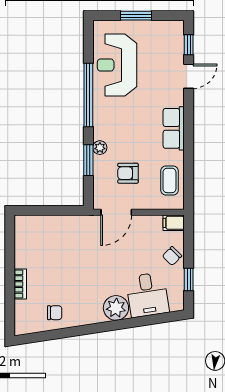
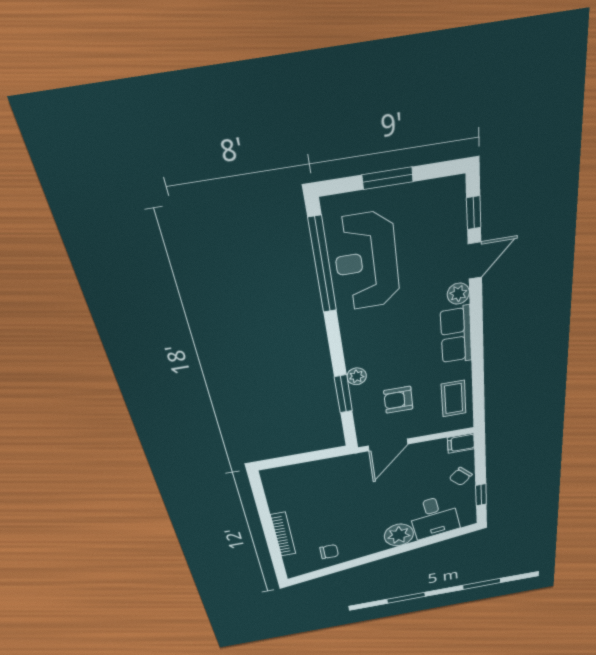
window: (88, 95) -> (322, 265), moved
plant: (176, 98) -> (458, 294), added
bookcase: (20, 284) -> (283, 534), width x1.56

